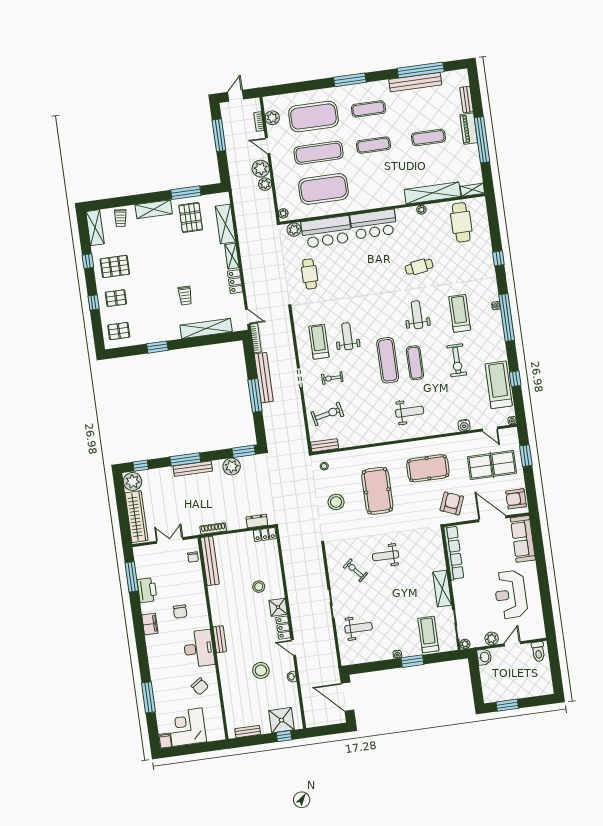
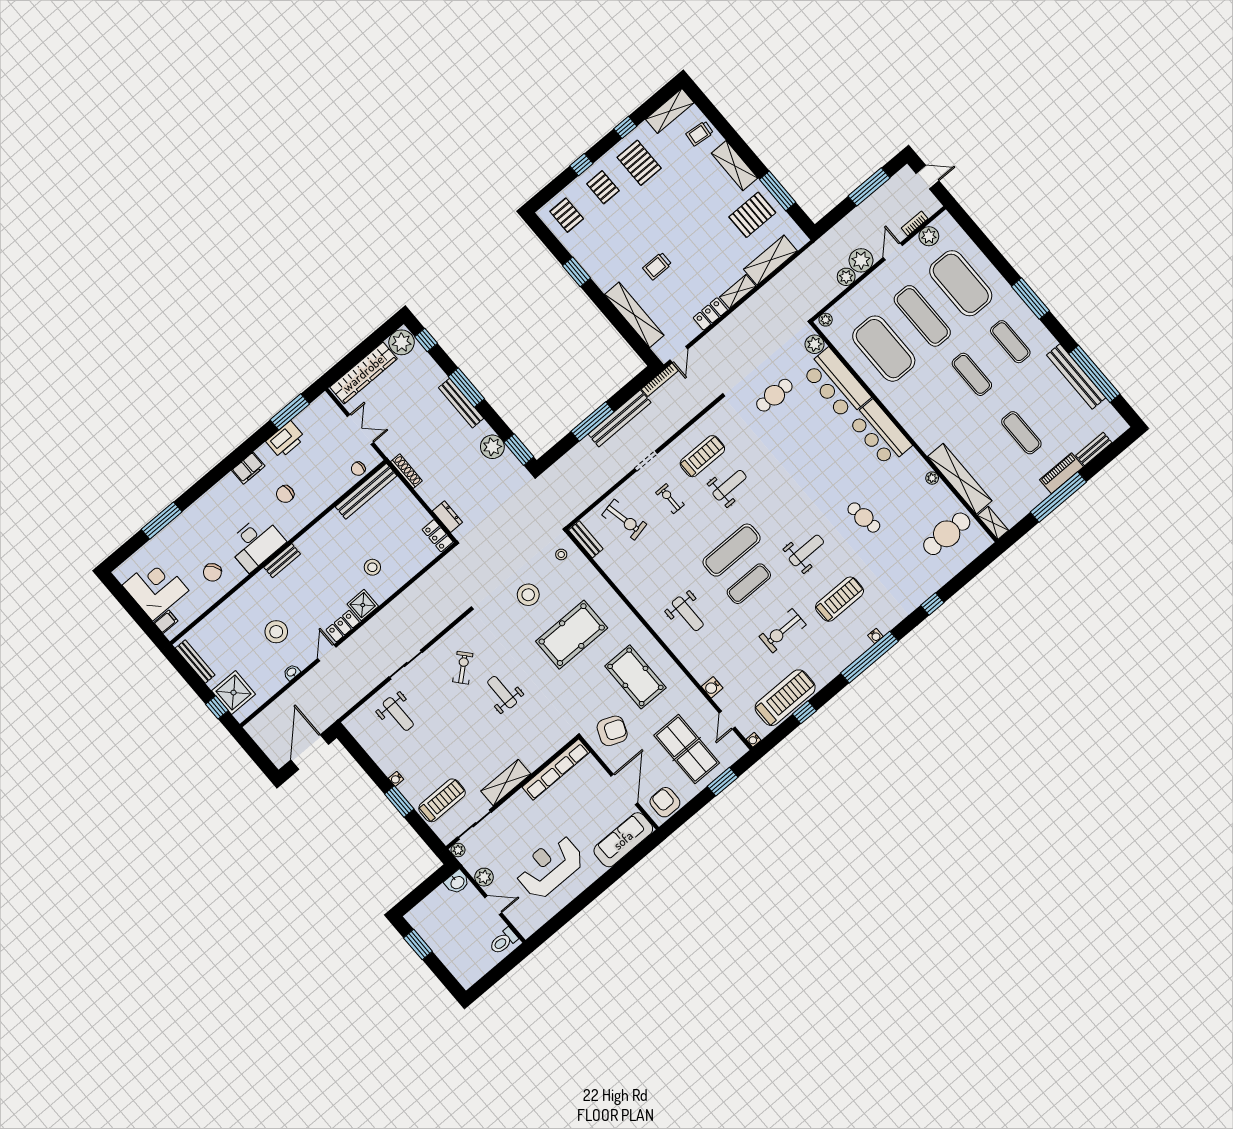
bench: (248, 732) -> (195, 662), width x1.36
filing cabinet: (165, 741) -> (166, 622), moved

